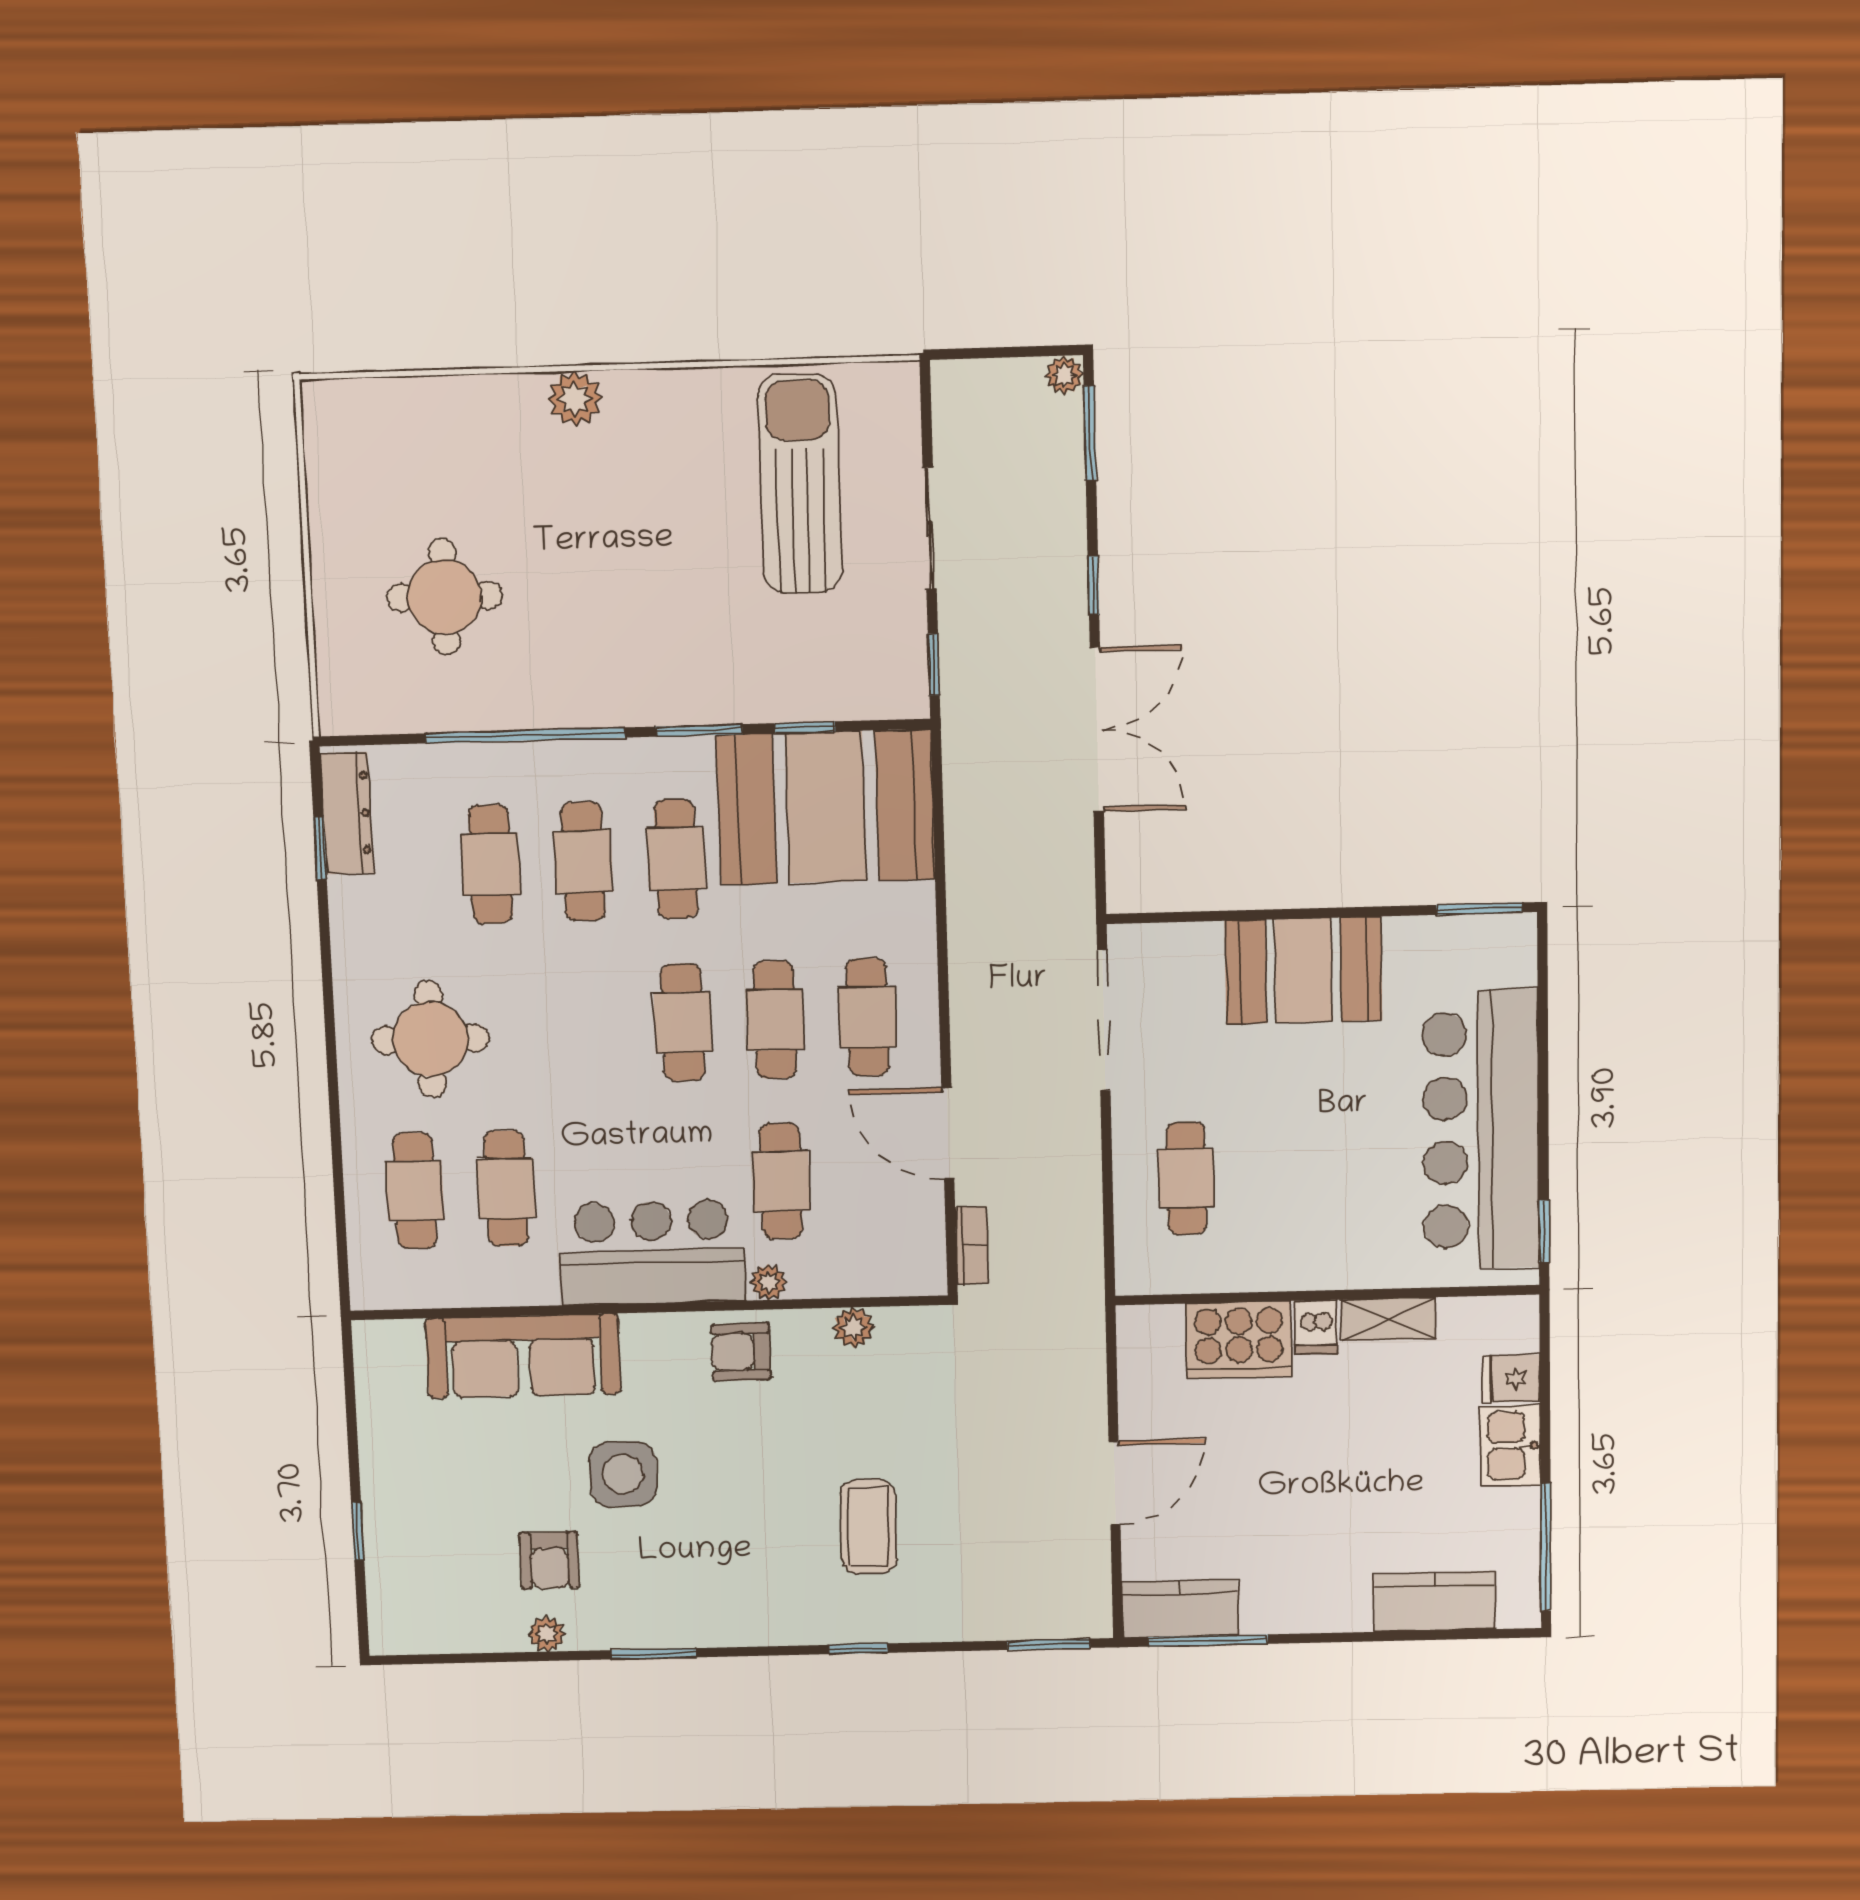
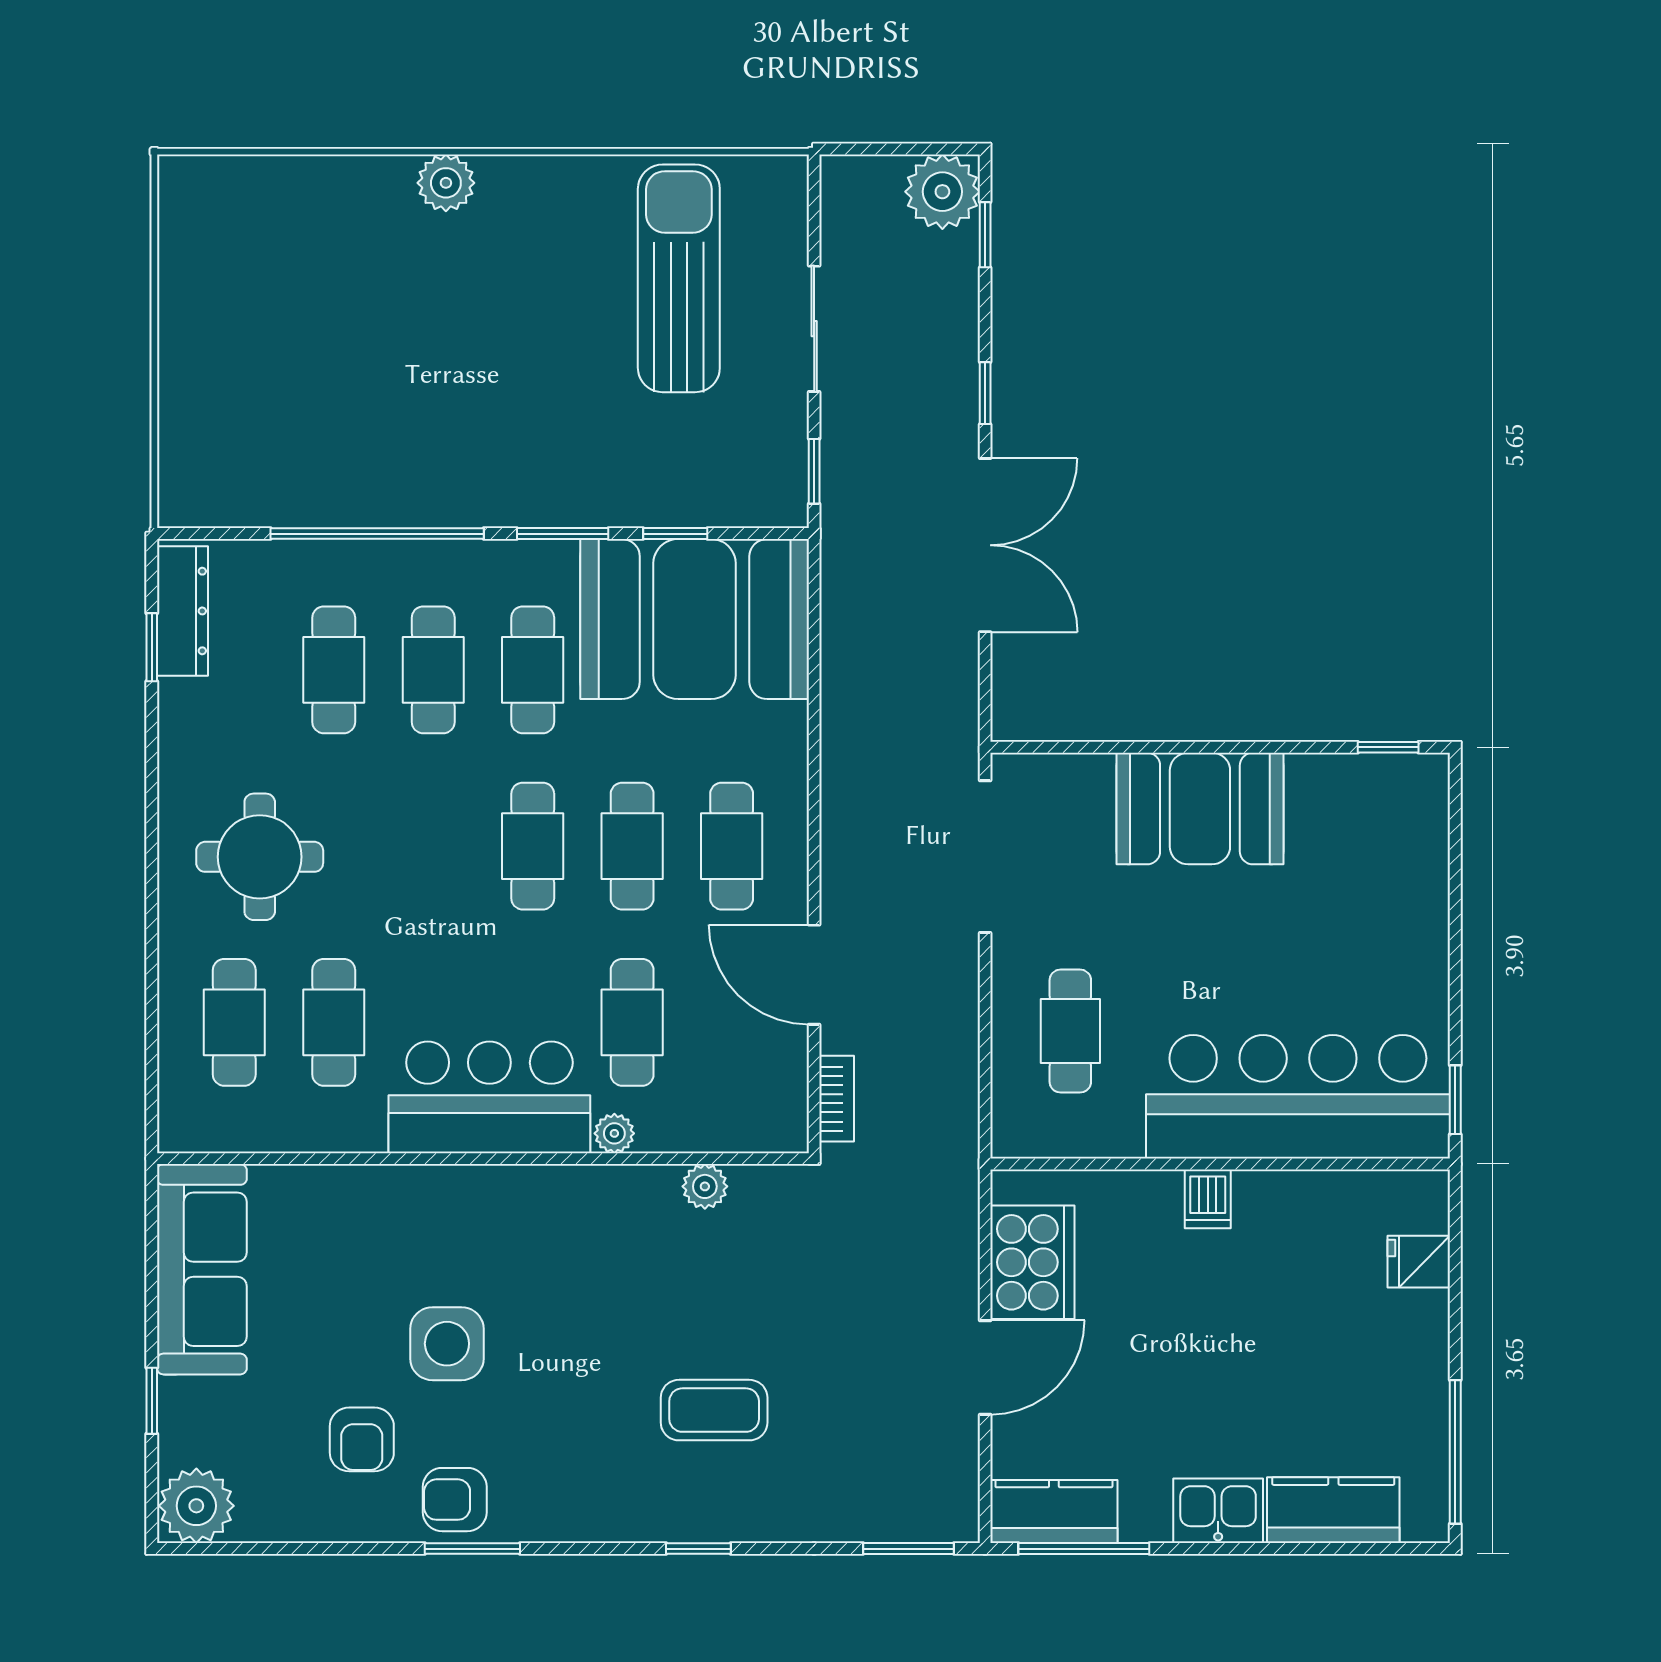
plant: (1064, 375) -> (942, 192), width x1.87, depth x1.87
window: (1090, 433) -> (985, 235), width x0.67
round table: (445, 597) -> (299, 385), removed
window: (1479, 909) -> (1388, 747), width x0.67
bar counter: (1481, 1130) -> (1298, 1097), moved, turned 90
shelving: (1388, 1319) -> (1286, 1192), removed
cooker: (1239, 1340) -> (1032, 1262), moved, turned -90
armchair: (741, 1352) -> (455, 1500), moved
sofa: (523, 1356) -> (202, 1269), moved, turned -90
kitchen sink: (1510, 1446) -> (1218, 1511), moved, turned 90
coffee table: (868, 1527) -> (714, 1410), turned 90
plant: (547, 1634) -> (196, 1506), moved, width x1.88, depth x1.88

